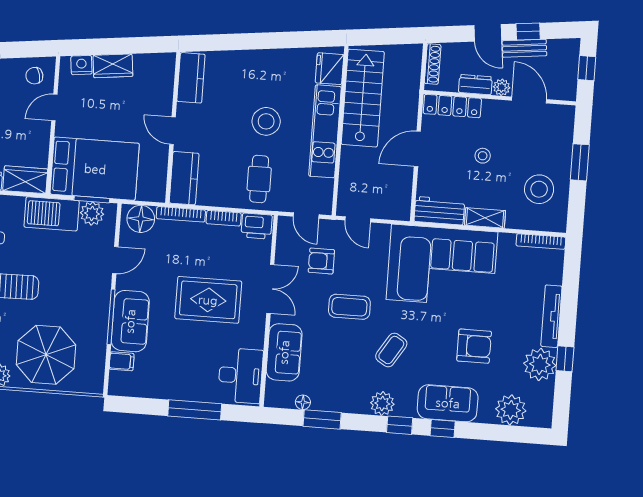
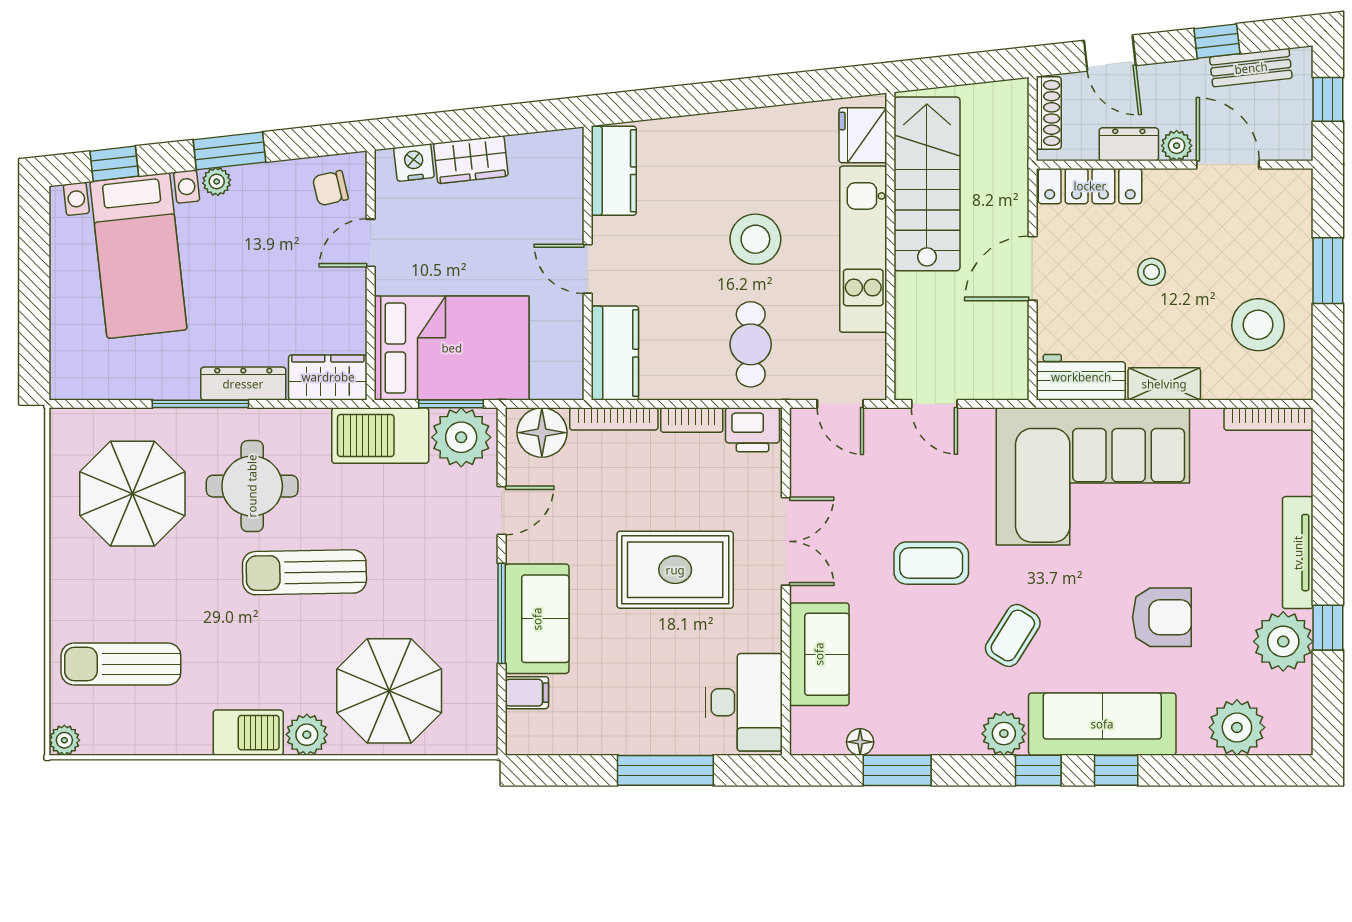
door: (488, 33) -> (1110, 53), moved
bench: (524, 48) -> (1251, 68), moved
plant: (92, 213) -> (461, 437), width x1.36, depth x1.36
armchair: (321, 261) -> (874, 484), removed
sofa: (448, 403) -> (1102, 724), width x1.36

